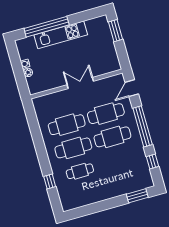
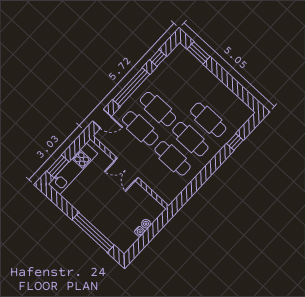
kitchen unit: (61, 35) -> (73, 169), moved, turned 90
cafe table: (80, 171) -> (208, 120), width x1.37, depth x1.35

